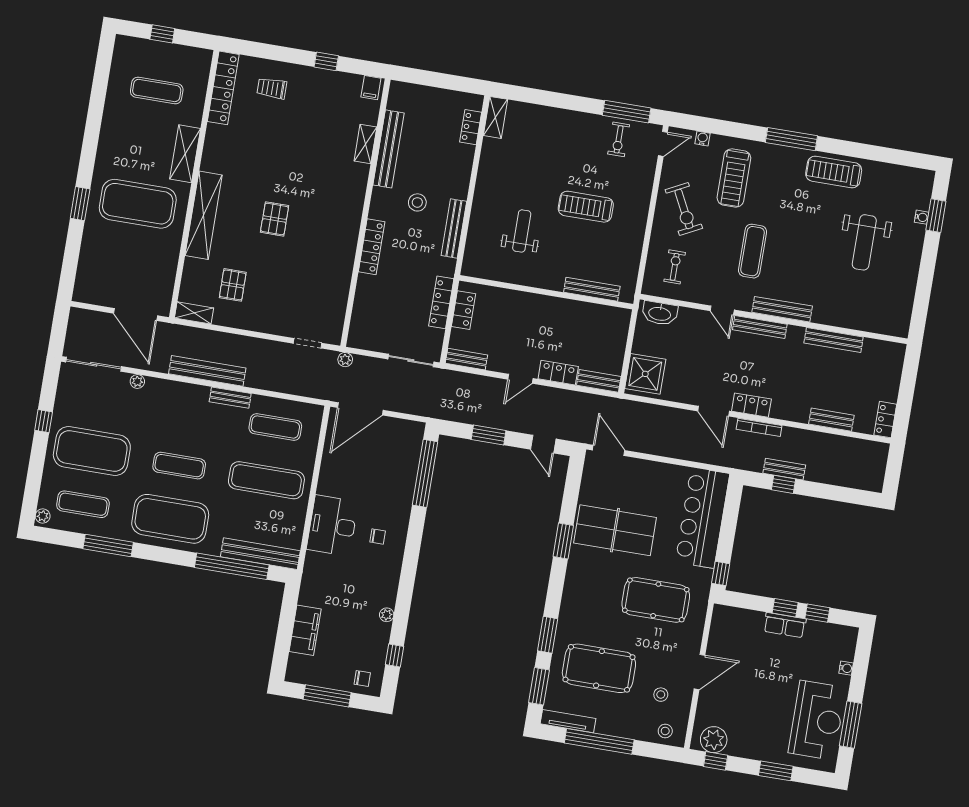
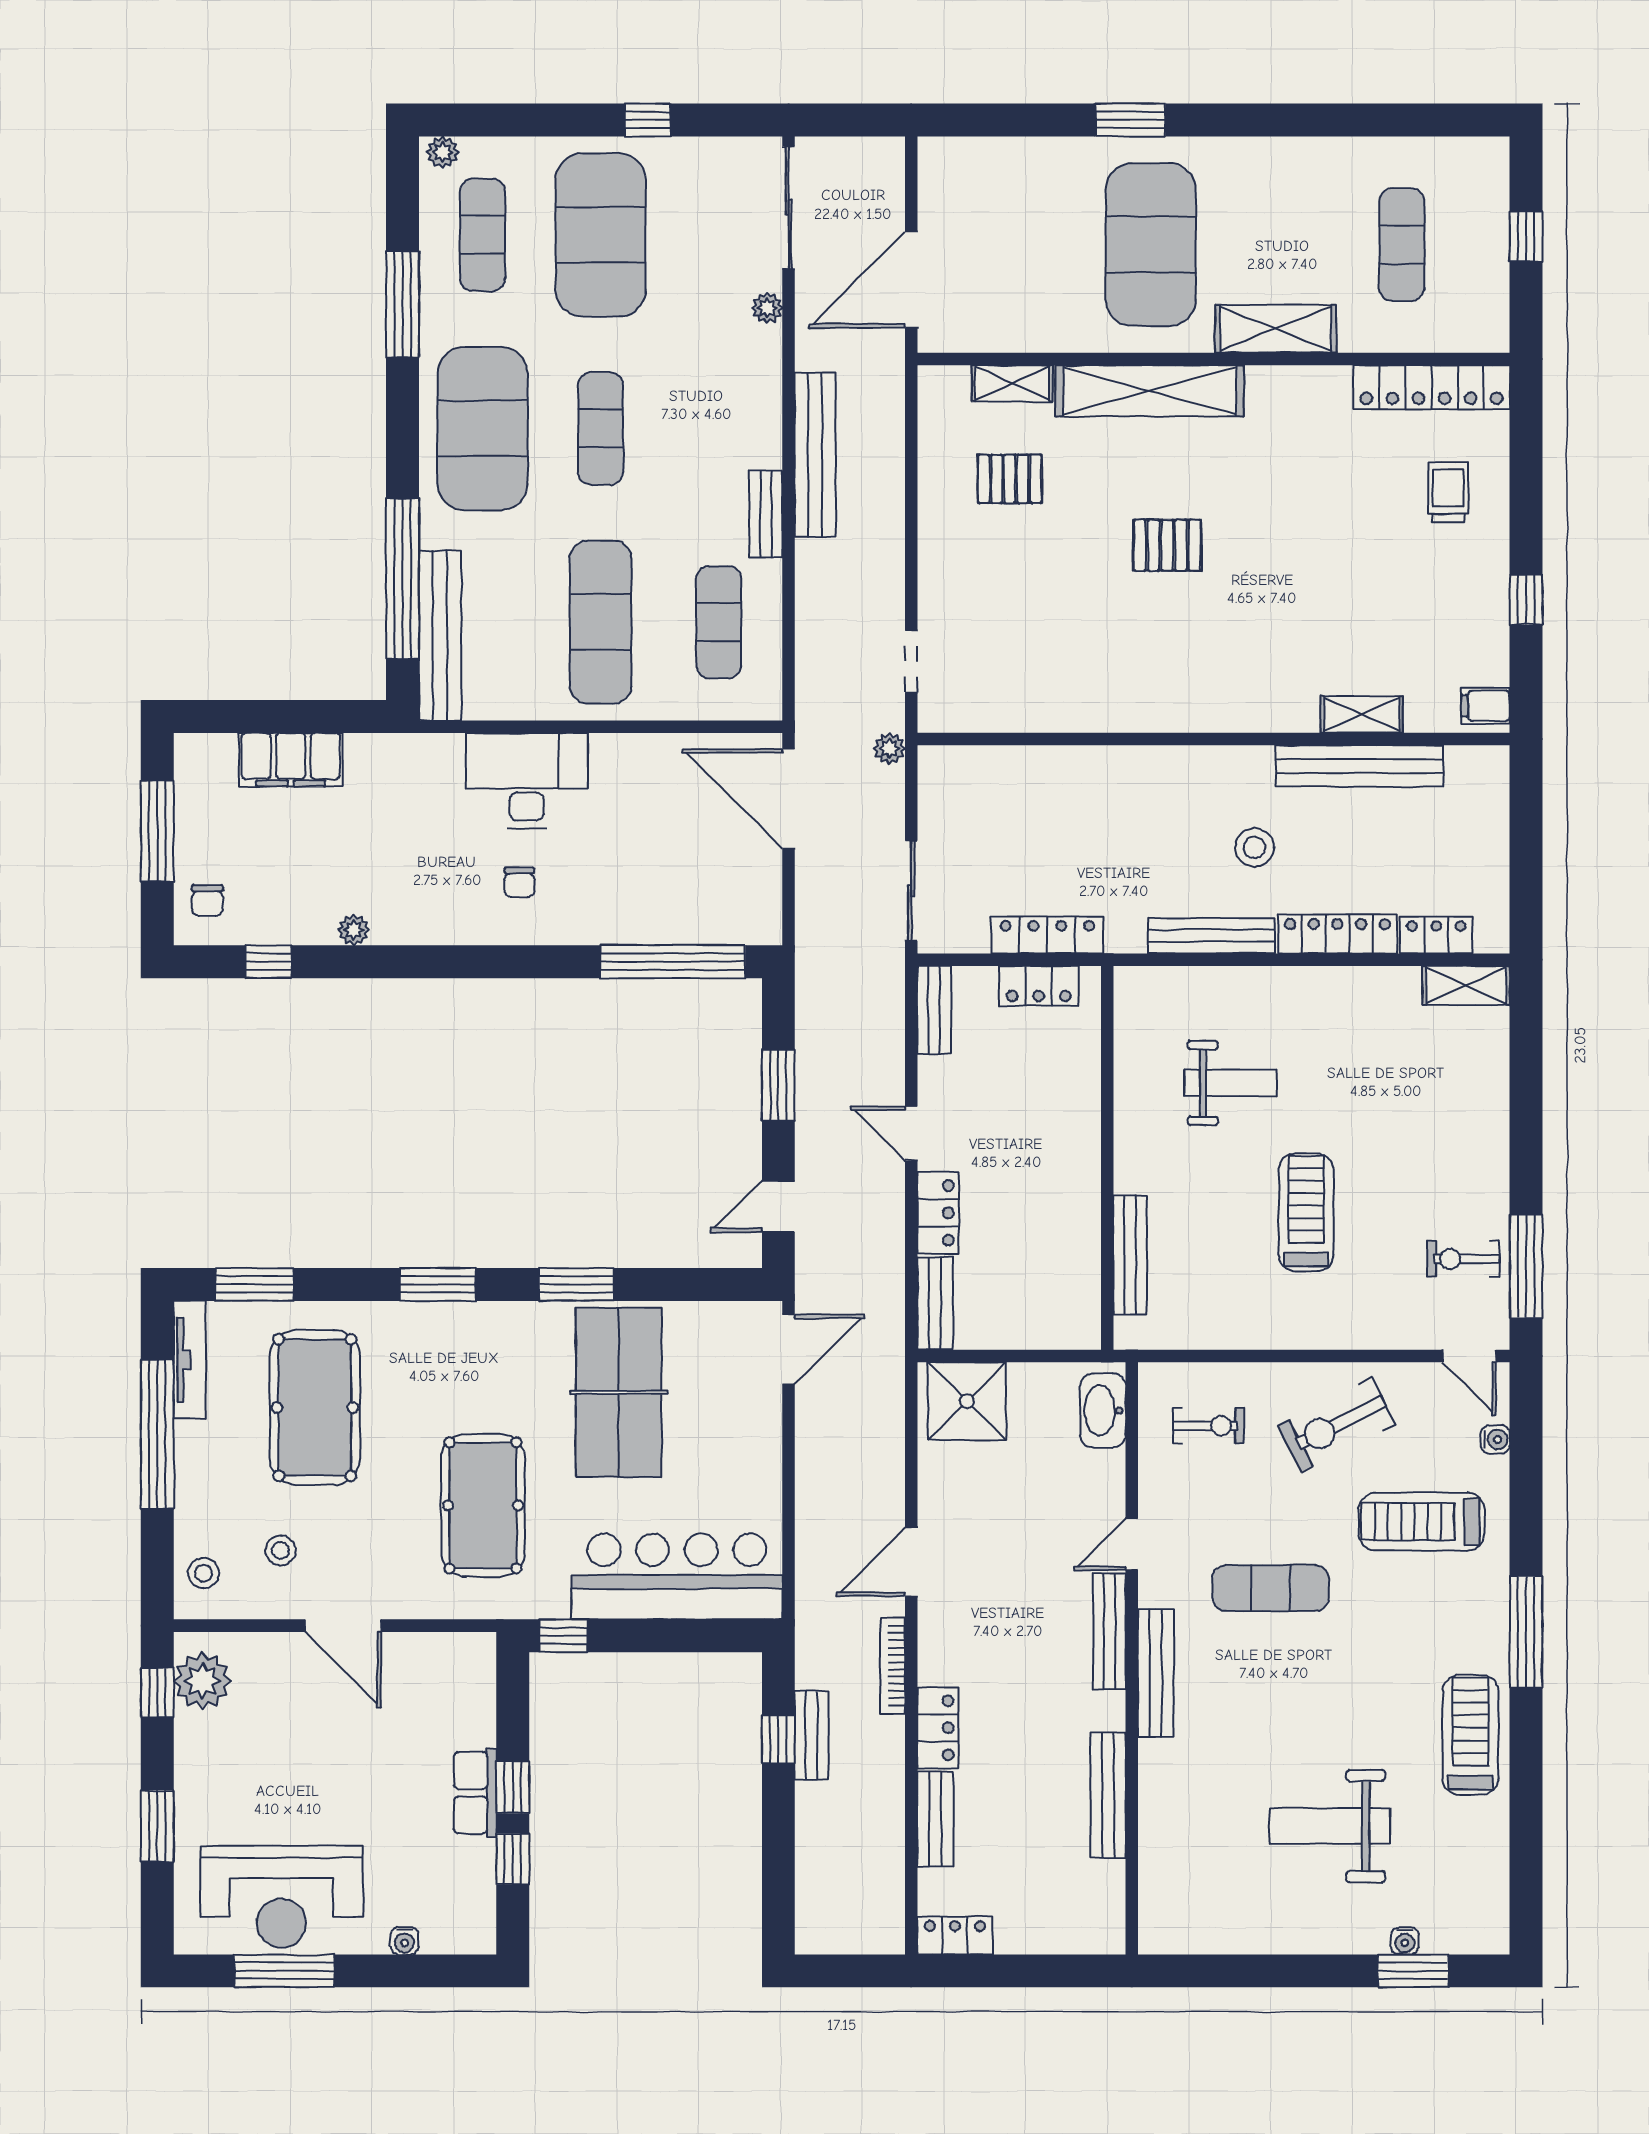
locker: (372, 247) -> (1337, 934), moved, turned 180
shelving: (194, 313) -> (1012, 383), moved, turned 90
locker: (751, 405) -> (938, 1728), moved
window: (548, 635) -> (438, 1284), moved

